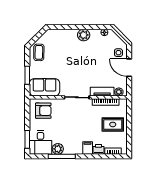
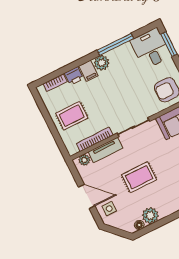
plant: (84, 35) -> (150, 216), moved
rug: (89, 63) -> (139, 177), added
plant: (58, 149) -> (102, 63), moved

